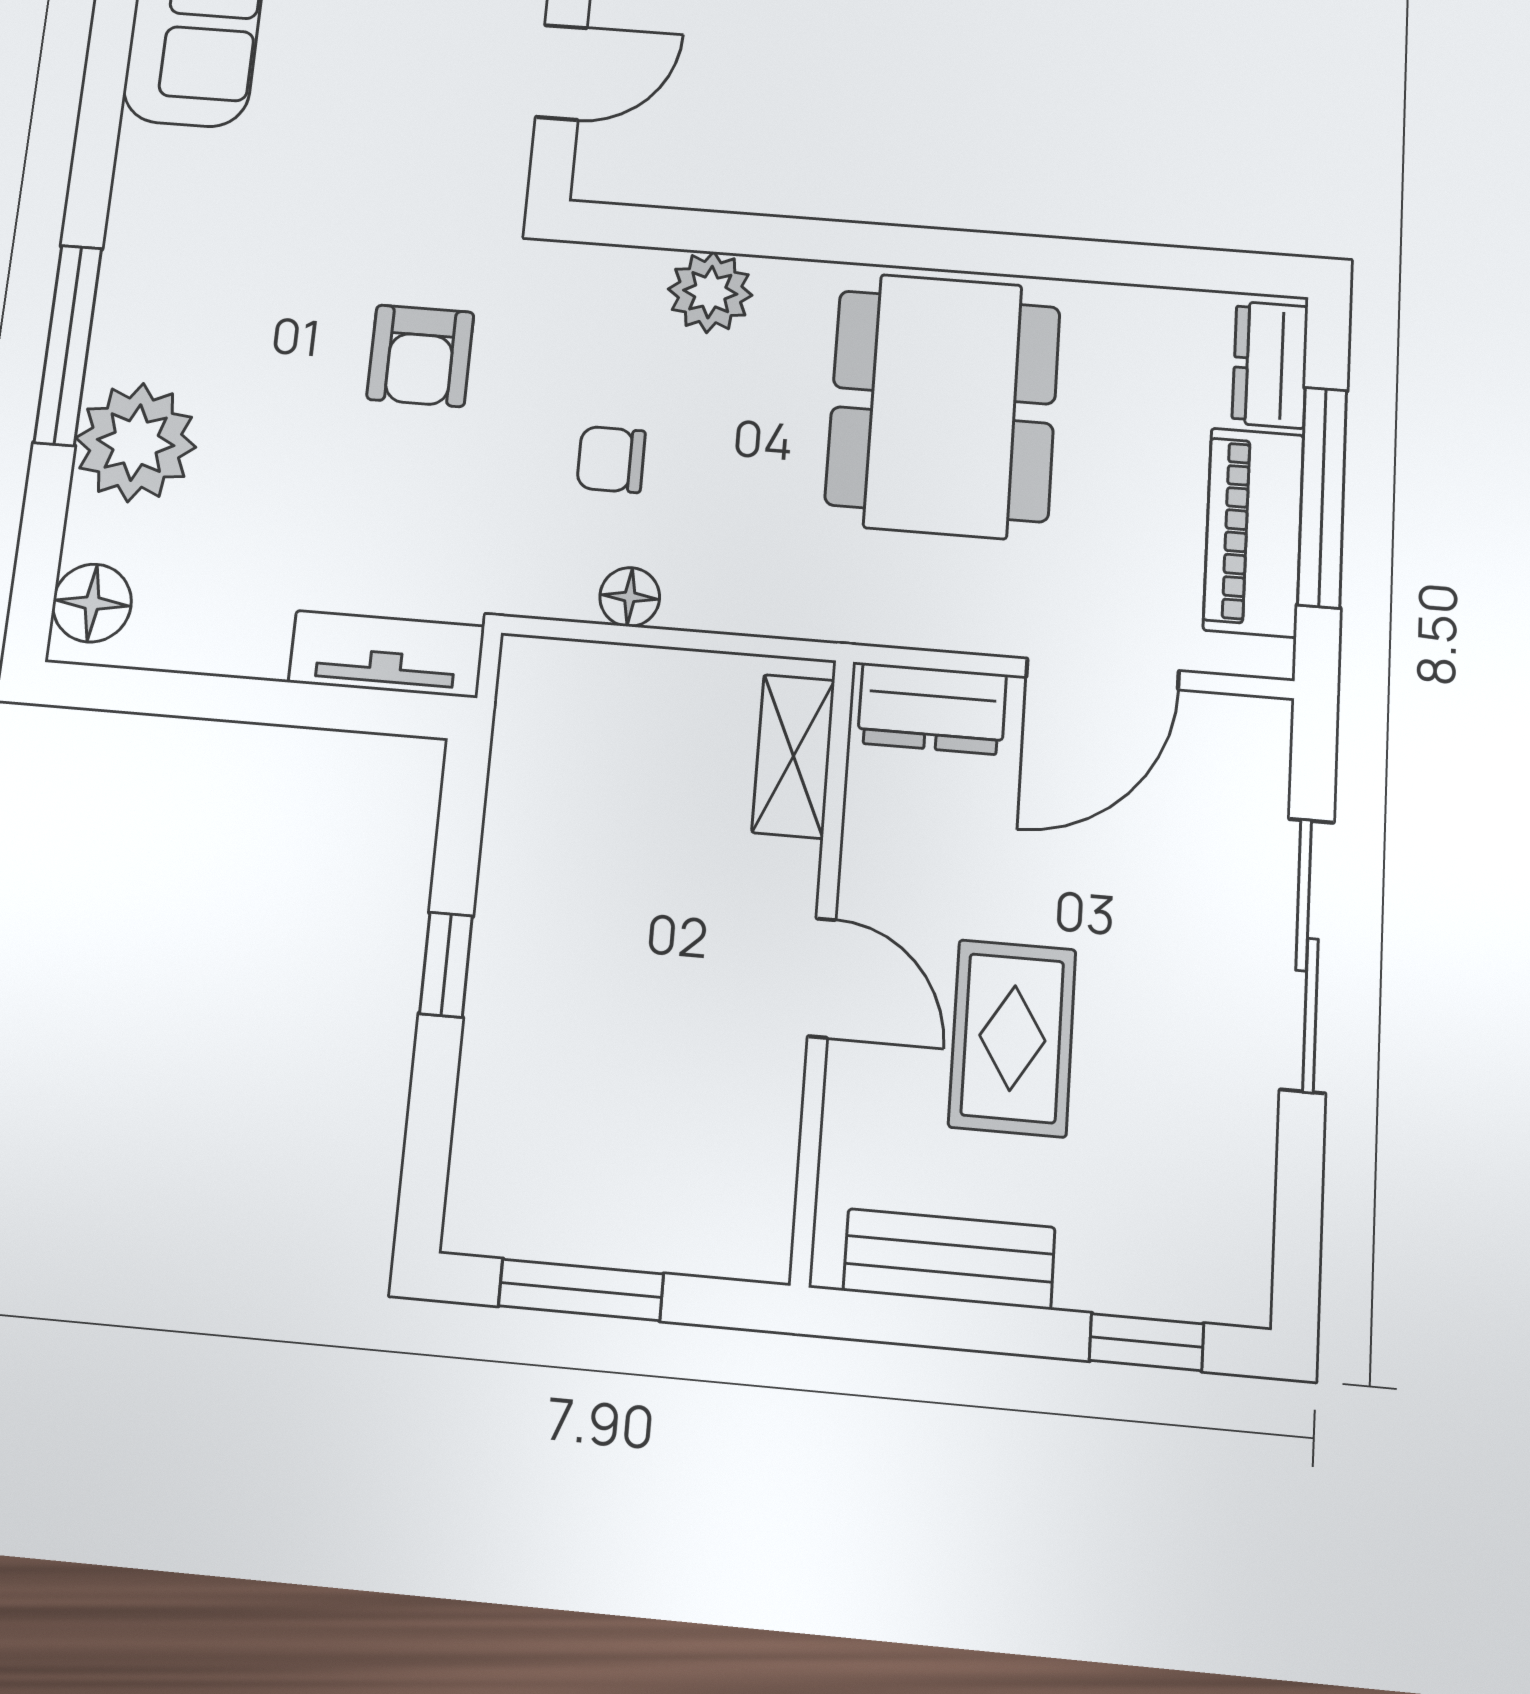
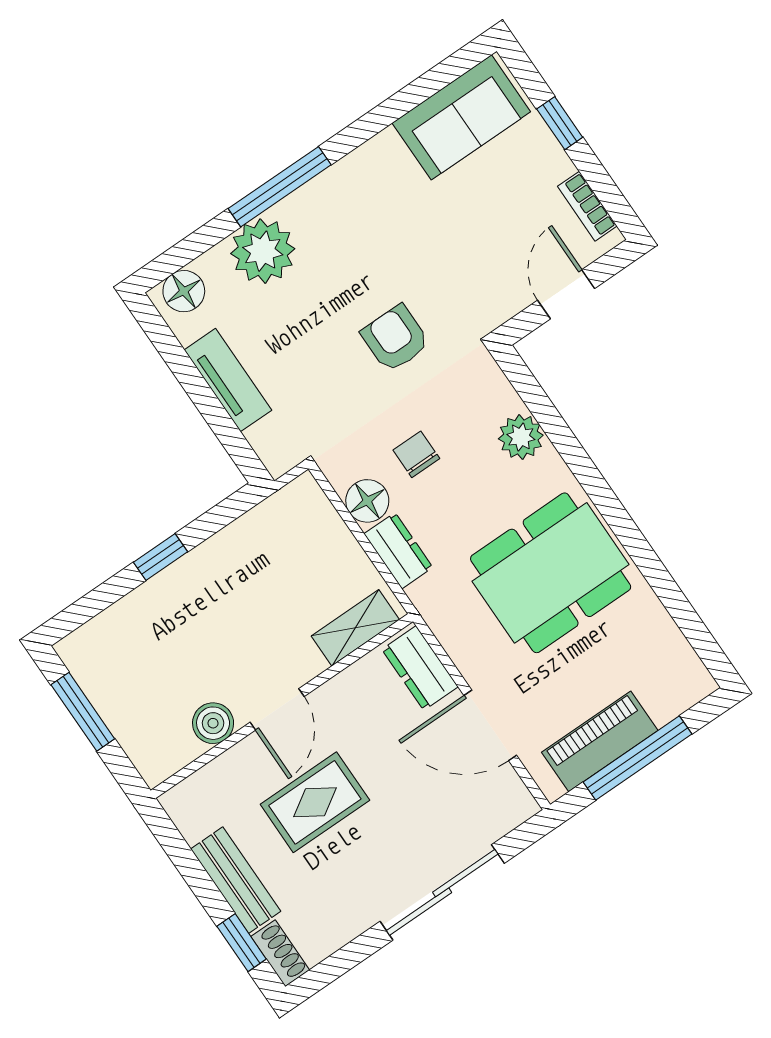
door: (561, 72) -> (566, 294), swing flipped
armchair: (420, 356) -> (395, 338), turned 90
dresser: (1270, 365) -> (398, 551), moved, turned 90
floor lamp: (630, 597) -> (367, 501), width x1.37, depth x1.37
tv unit: (387, 654) -> (228, 380), moved
boiler: (764, 1096) -> (213, 723), added
bench: (949, 1259) -> (236, 880), moved
shoe rack: (1211, 1293) -> (280, 953), added

